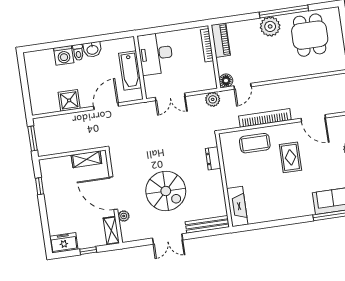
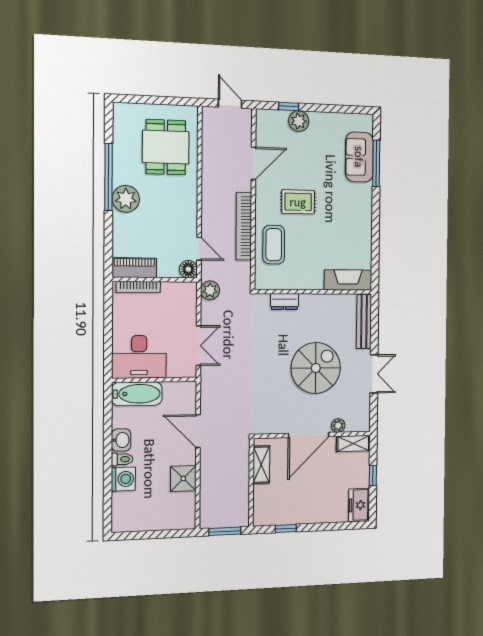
dining table: (310, 35) -> (166, 147), moved, turned 90
bathtub: (130, 71) -> (137, 394), moved

